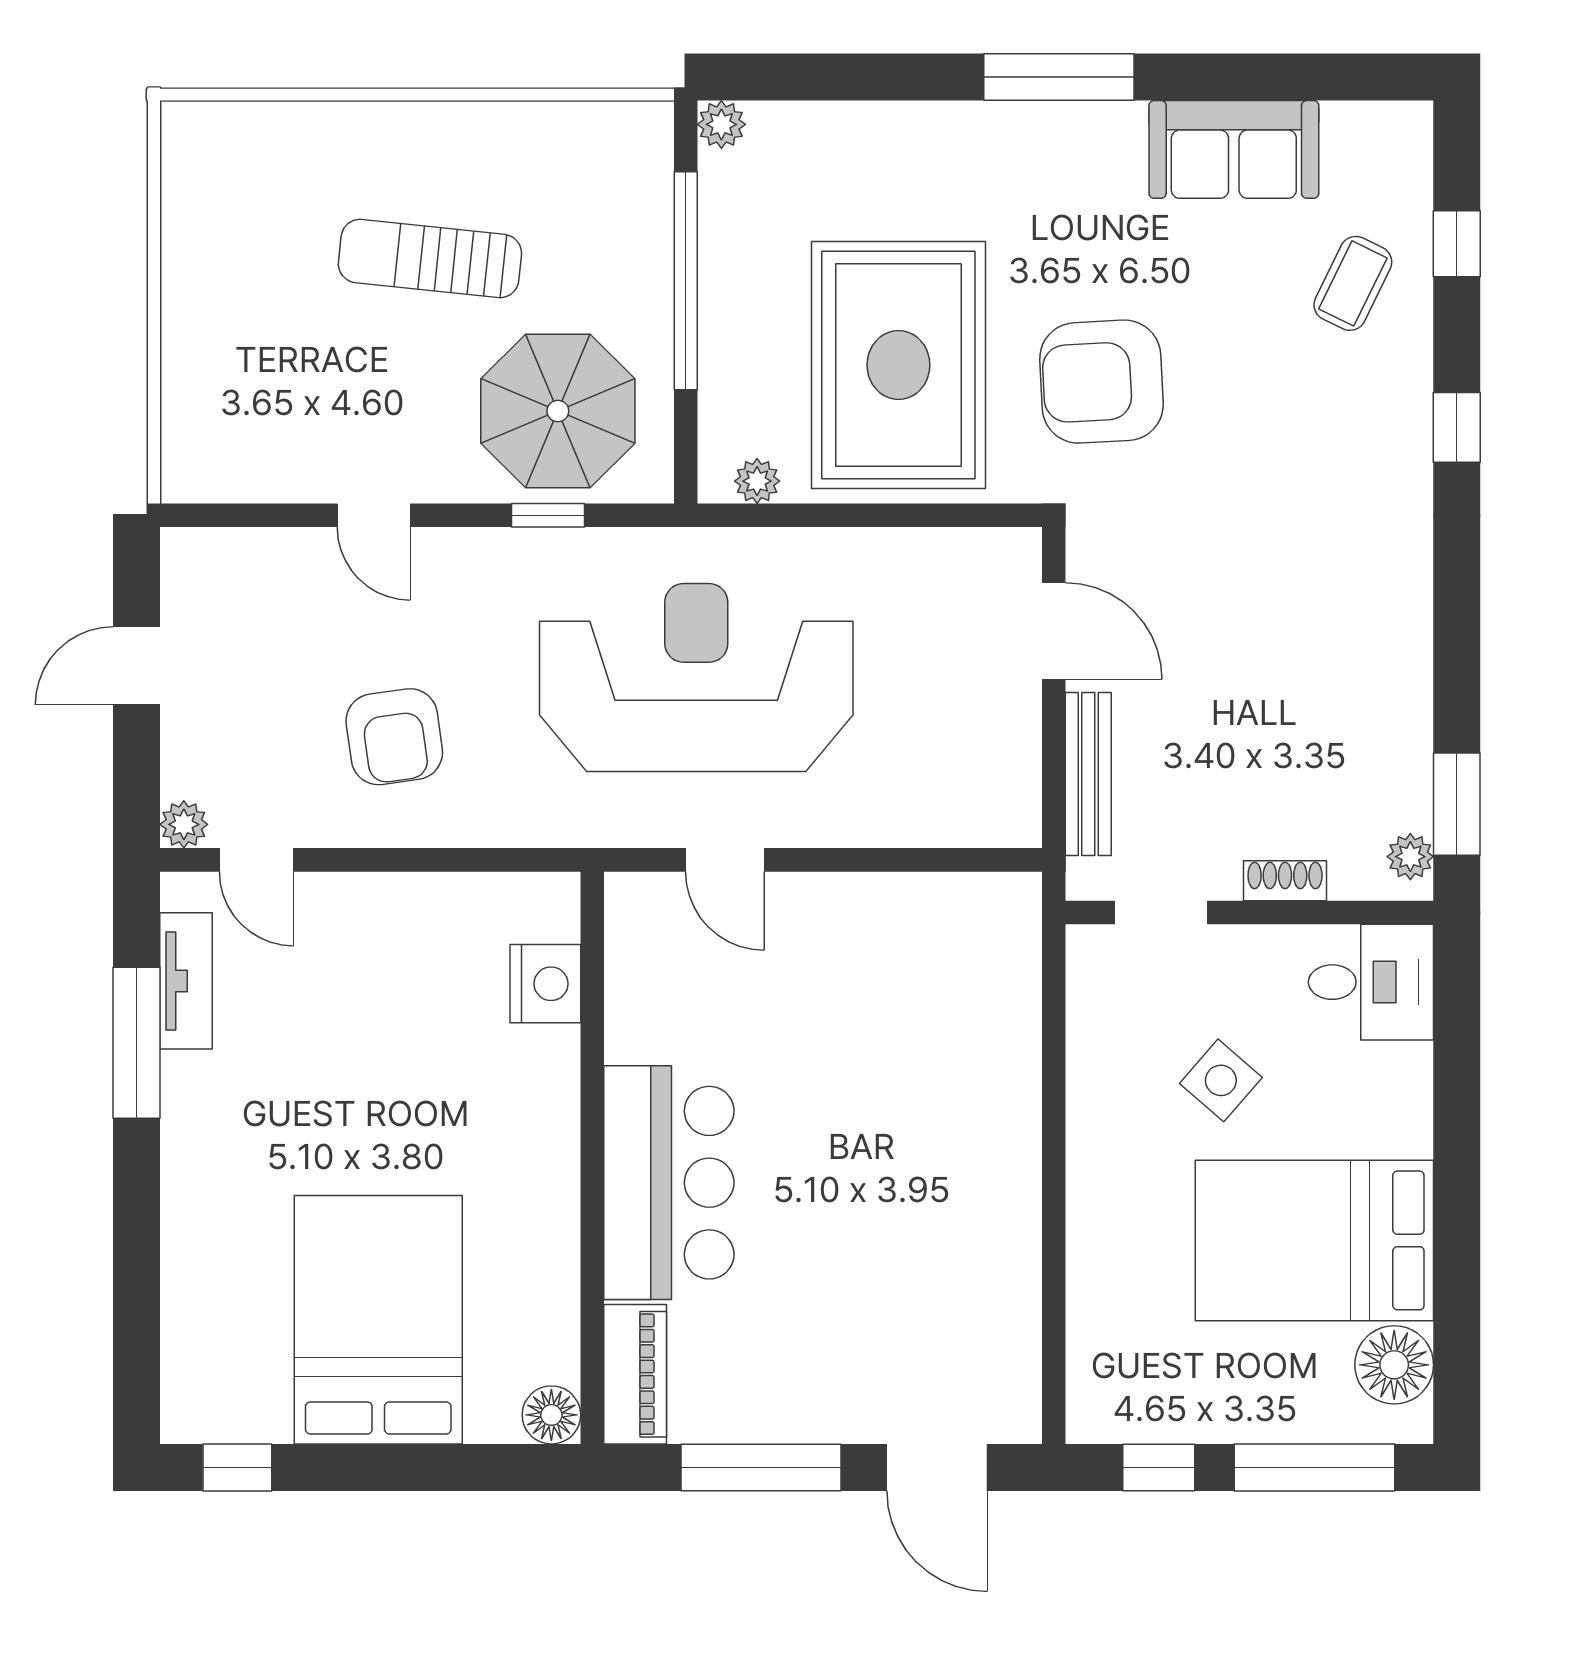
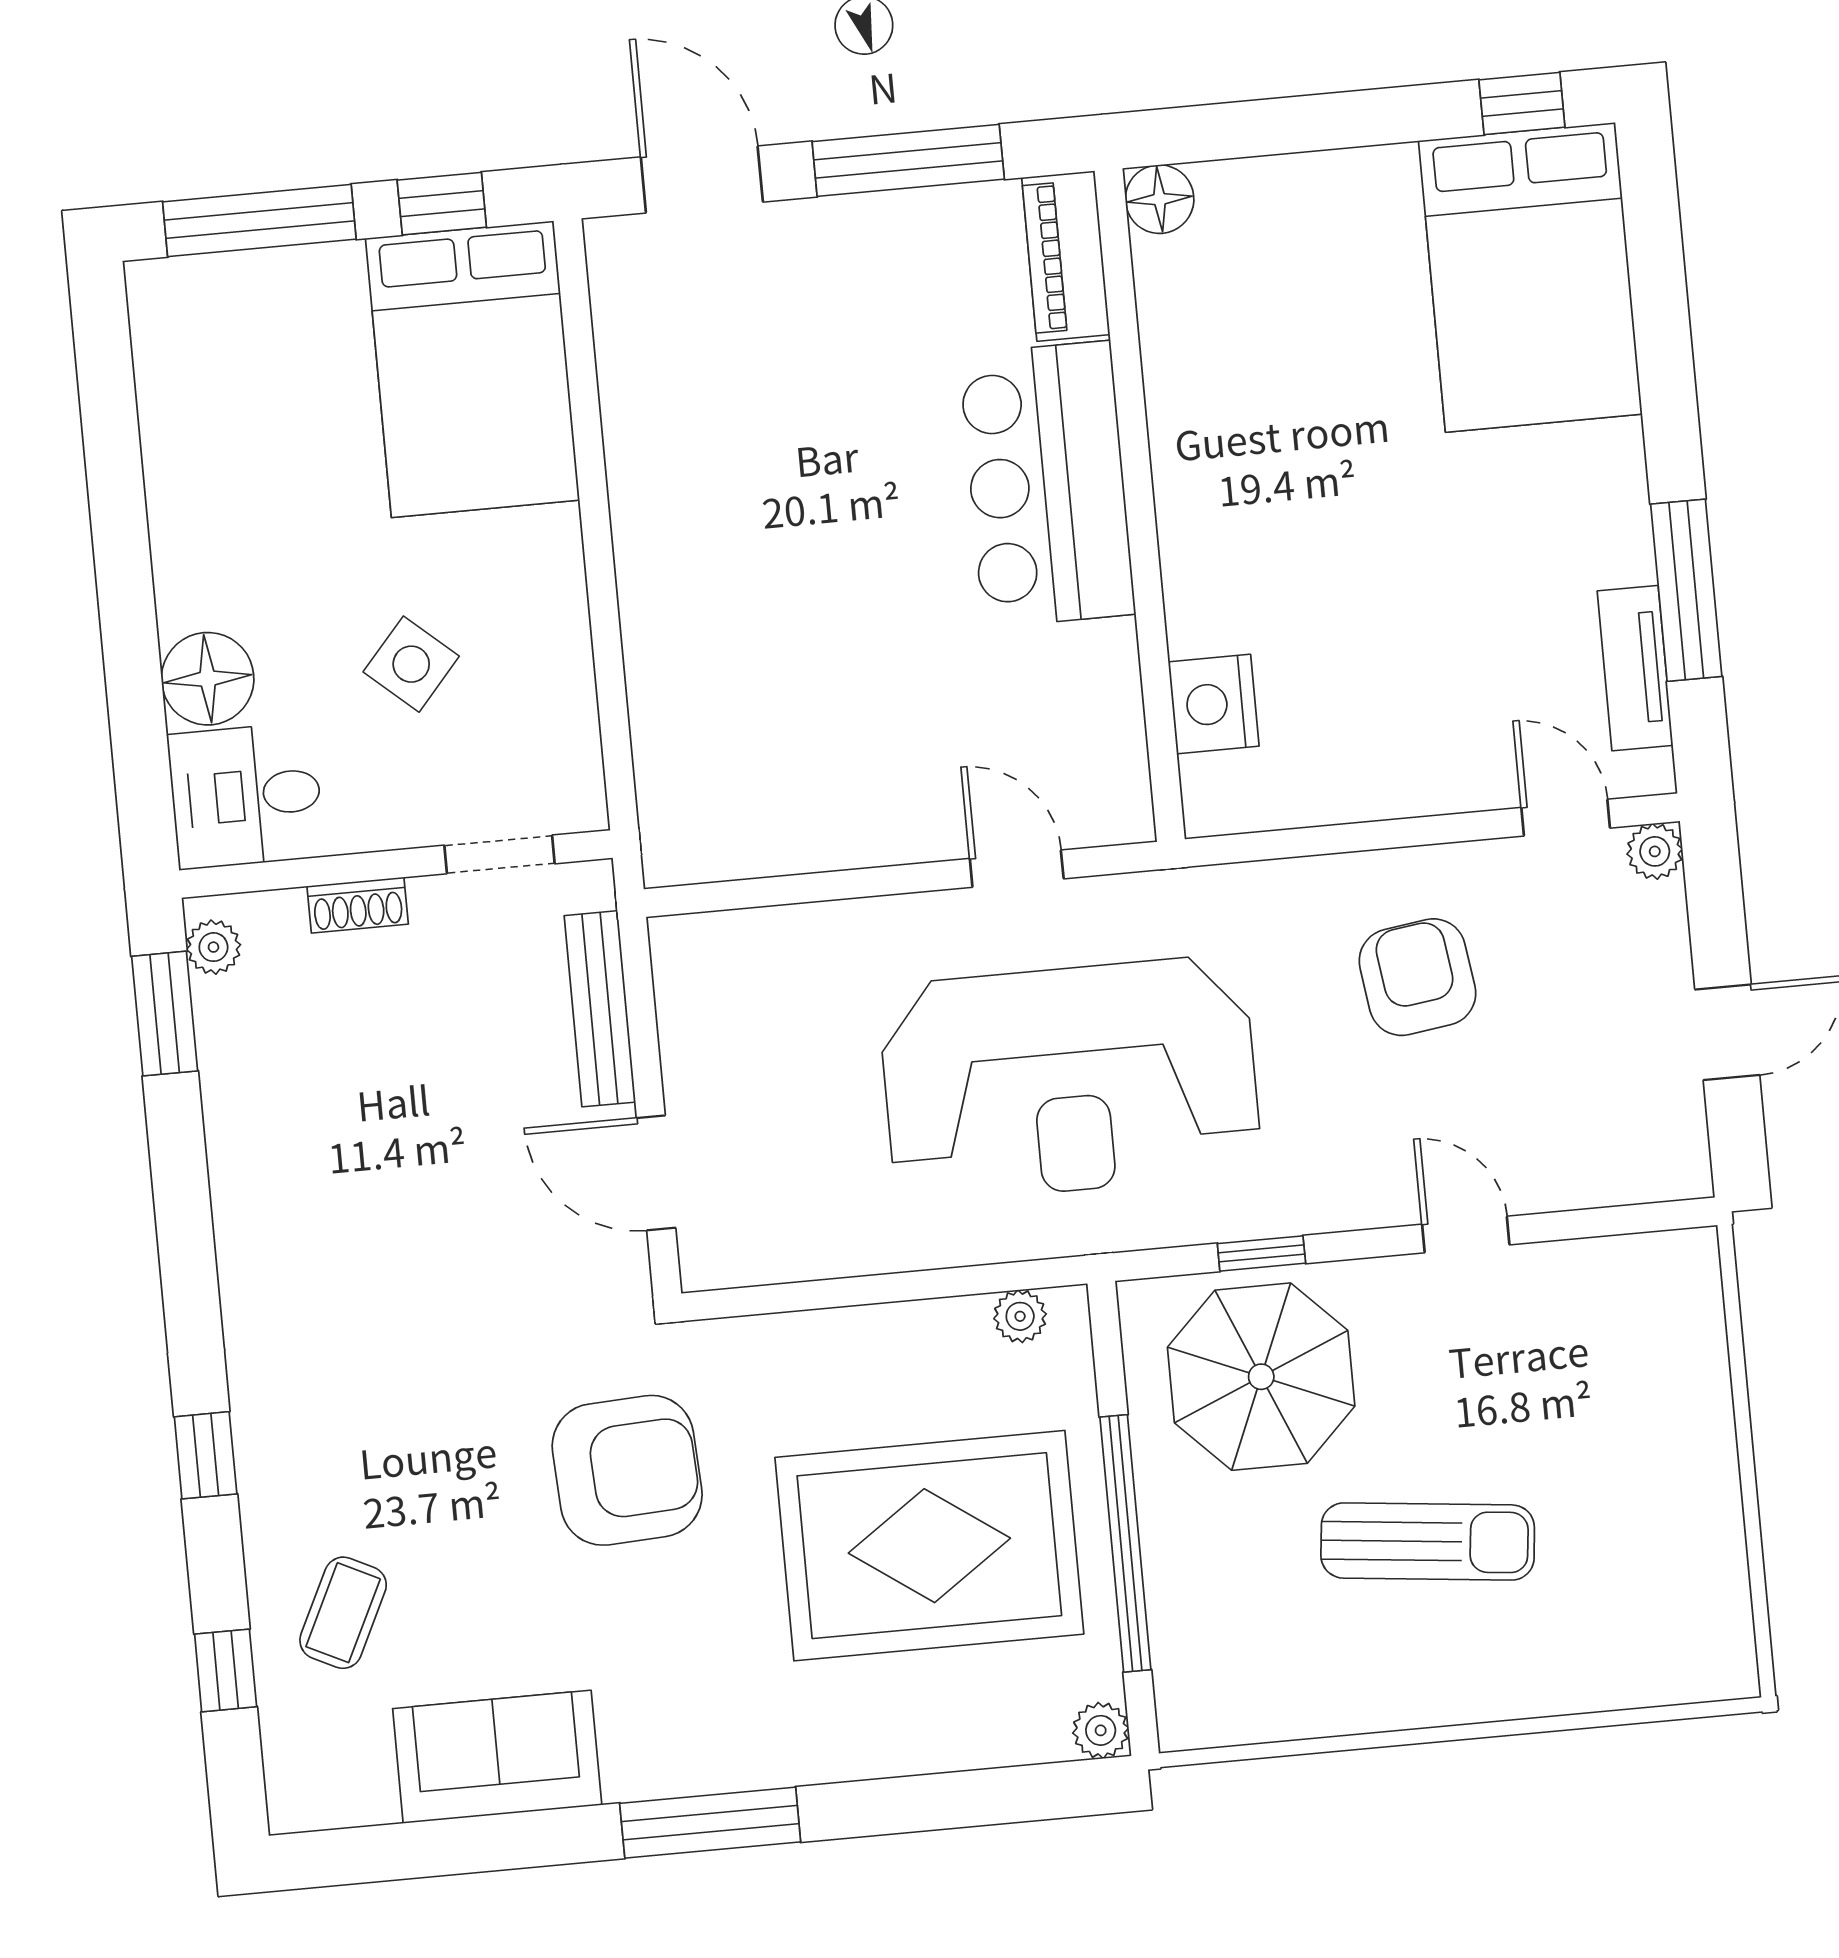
rug: (898, 365) -> (929, 1546), moved, turned 90
bed: (1314, 1240) -> (473, 369), moved, turned 90
bed: (378, 1320) -> (1530, 277), moved
floor lamp: (1394, 1365) -> (208, 679), moved

